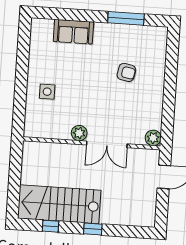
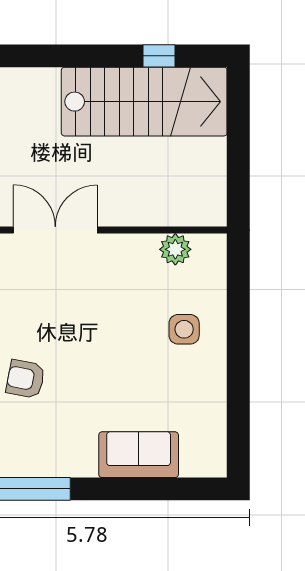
plant: (79, 133) -> (175, 249), moved
window: (93, 229) -> (73, 56), removed

